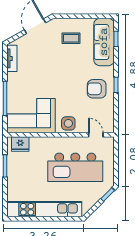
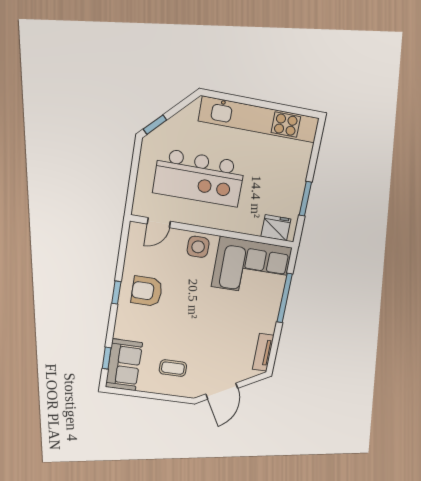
sofa: (104, 42) -> (124, 365), width x0.73
armchair: (97, 89) -> (147, 291), turned 180
door: (96, 135) -> (159, 223), hinge flipped
kitchen island: (75, 167) -> (199, 178), turned 180

